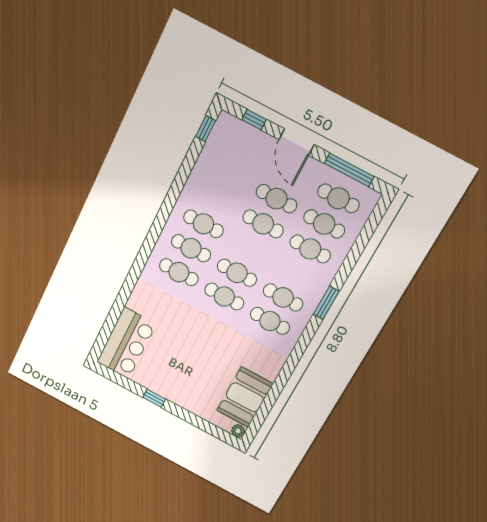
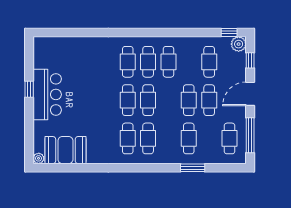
plant: (226, 124) -> (239, 44), added
cafe table: (324, 224) -> (209, 62), moved
window: (326, 303) -> (193, 168), moved
bar counter: (126, 343) -> (47, 94), moved, turned -90

